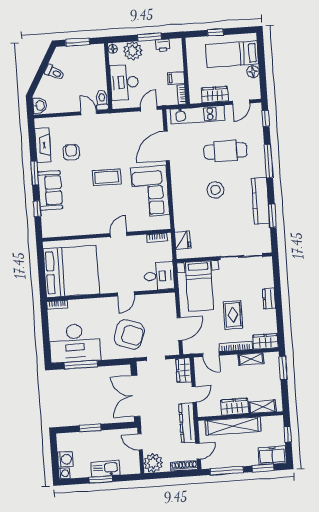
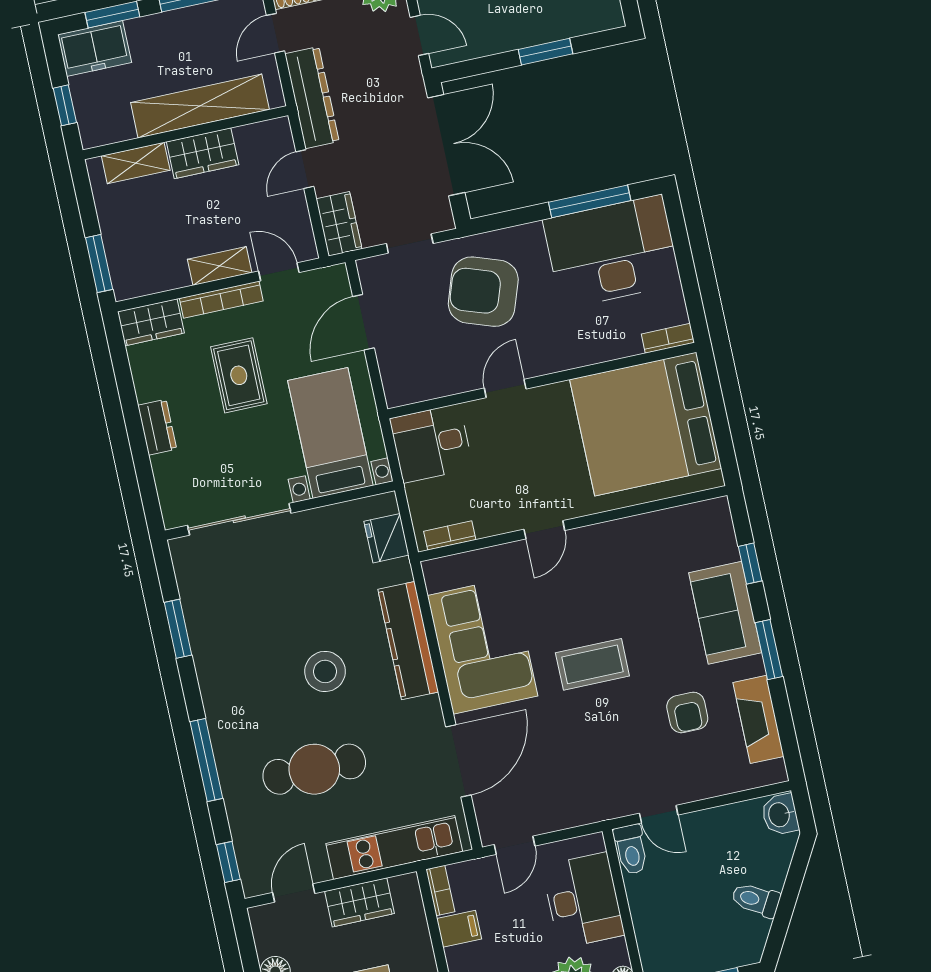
kitchen counter: (260, 201) -> (408, 641), moved, turned 180
shelving: (251, 359) -> (220, 266), moved

